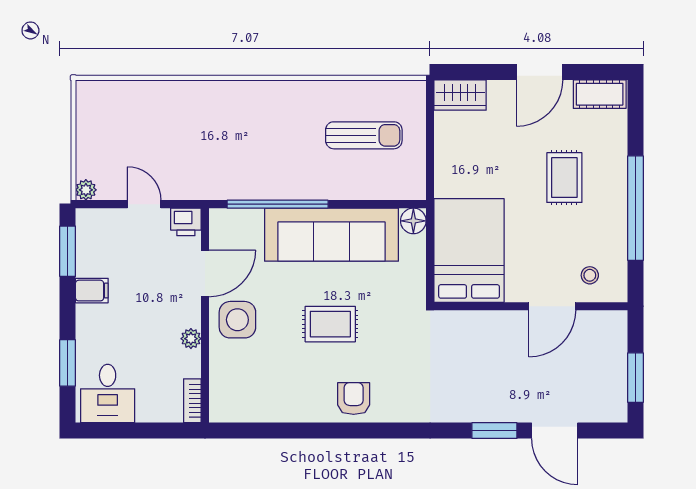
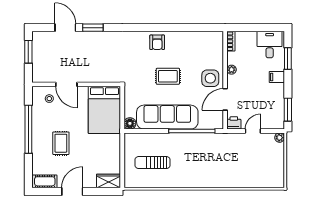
door: (144, 204) -> (253, 131), swing flipped
filing cabinet: (92, 291) -> (277, 77), moved
door: (552, 306) -> (66, 84), swing flipped

